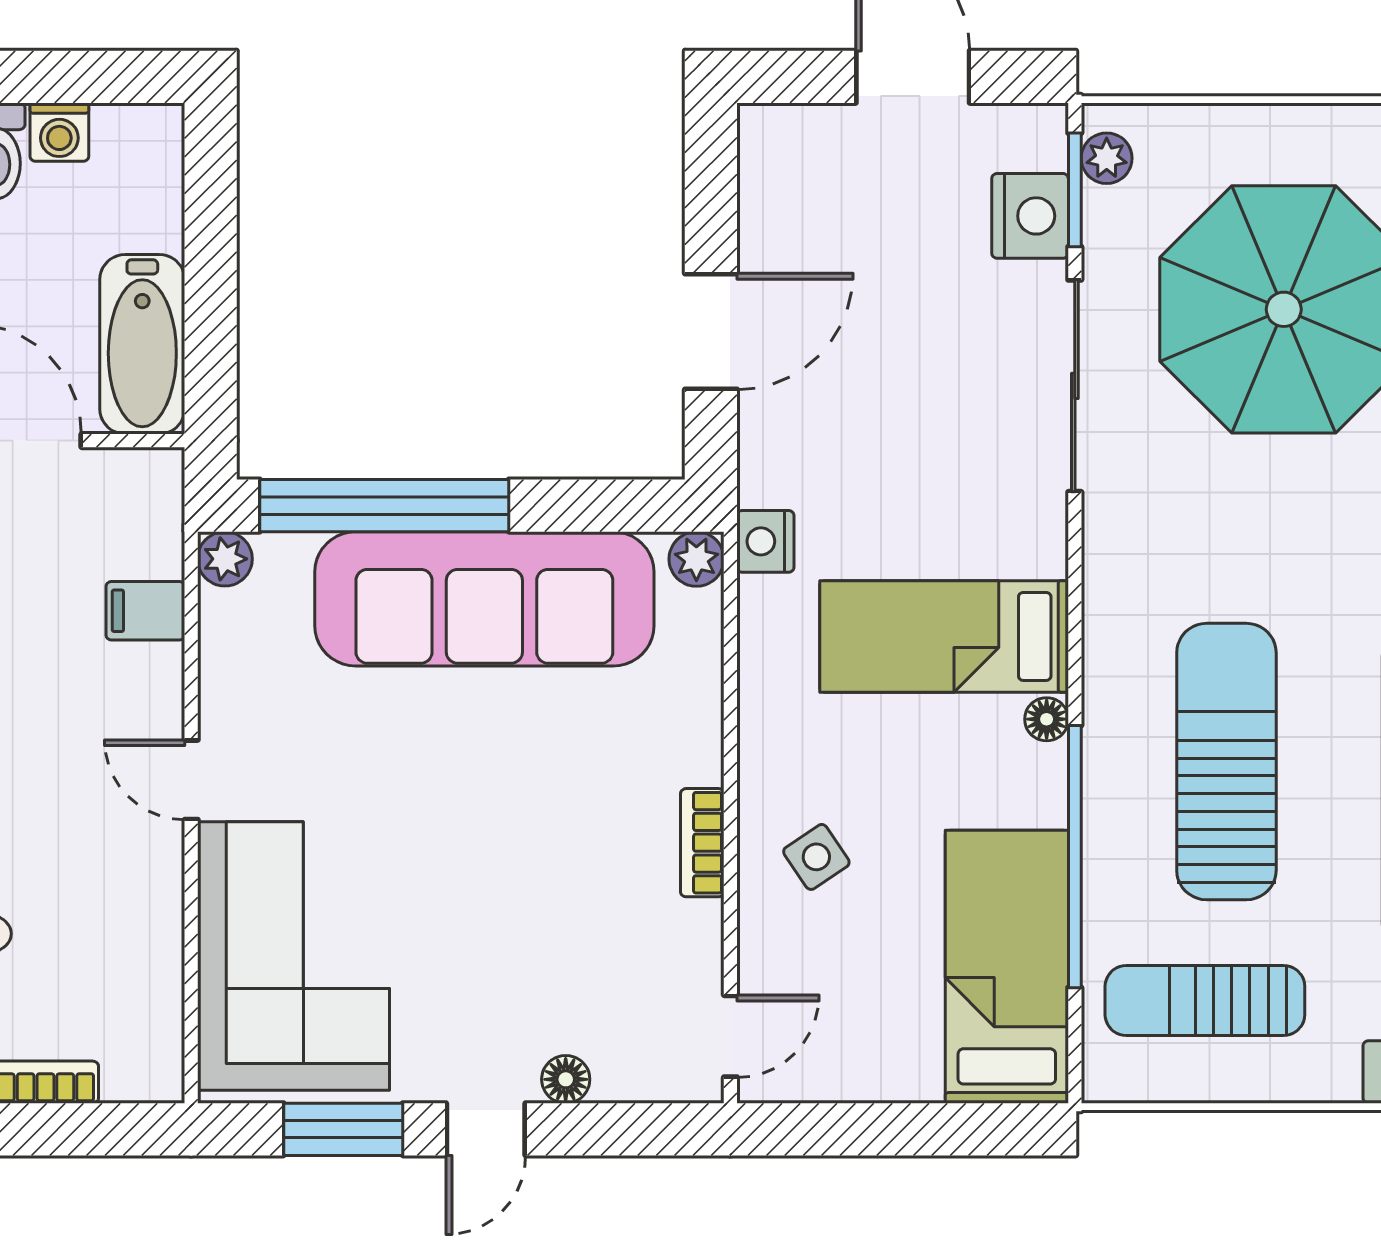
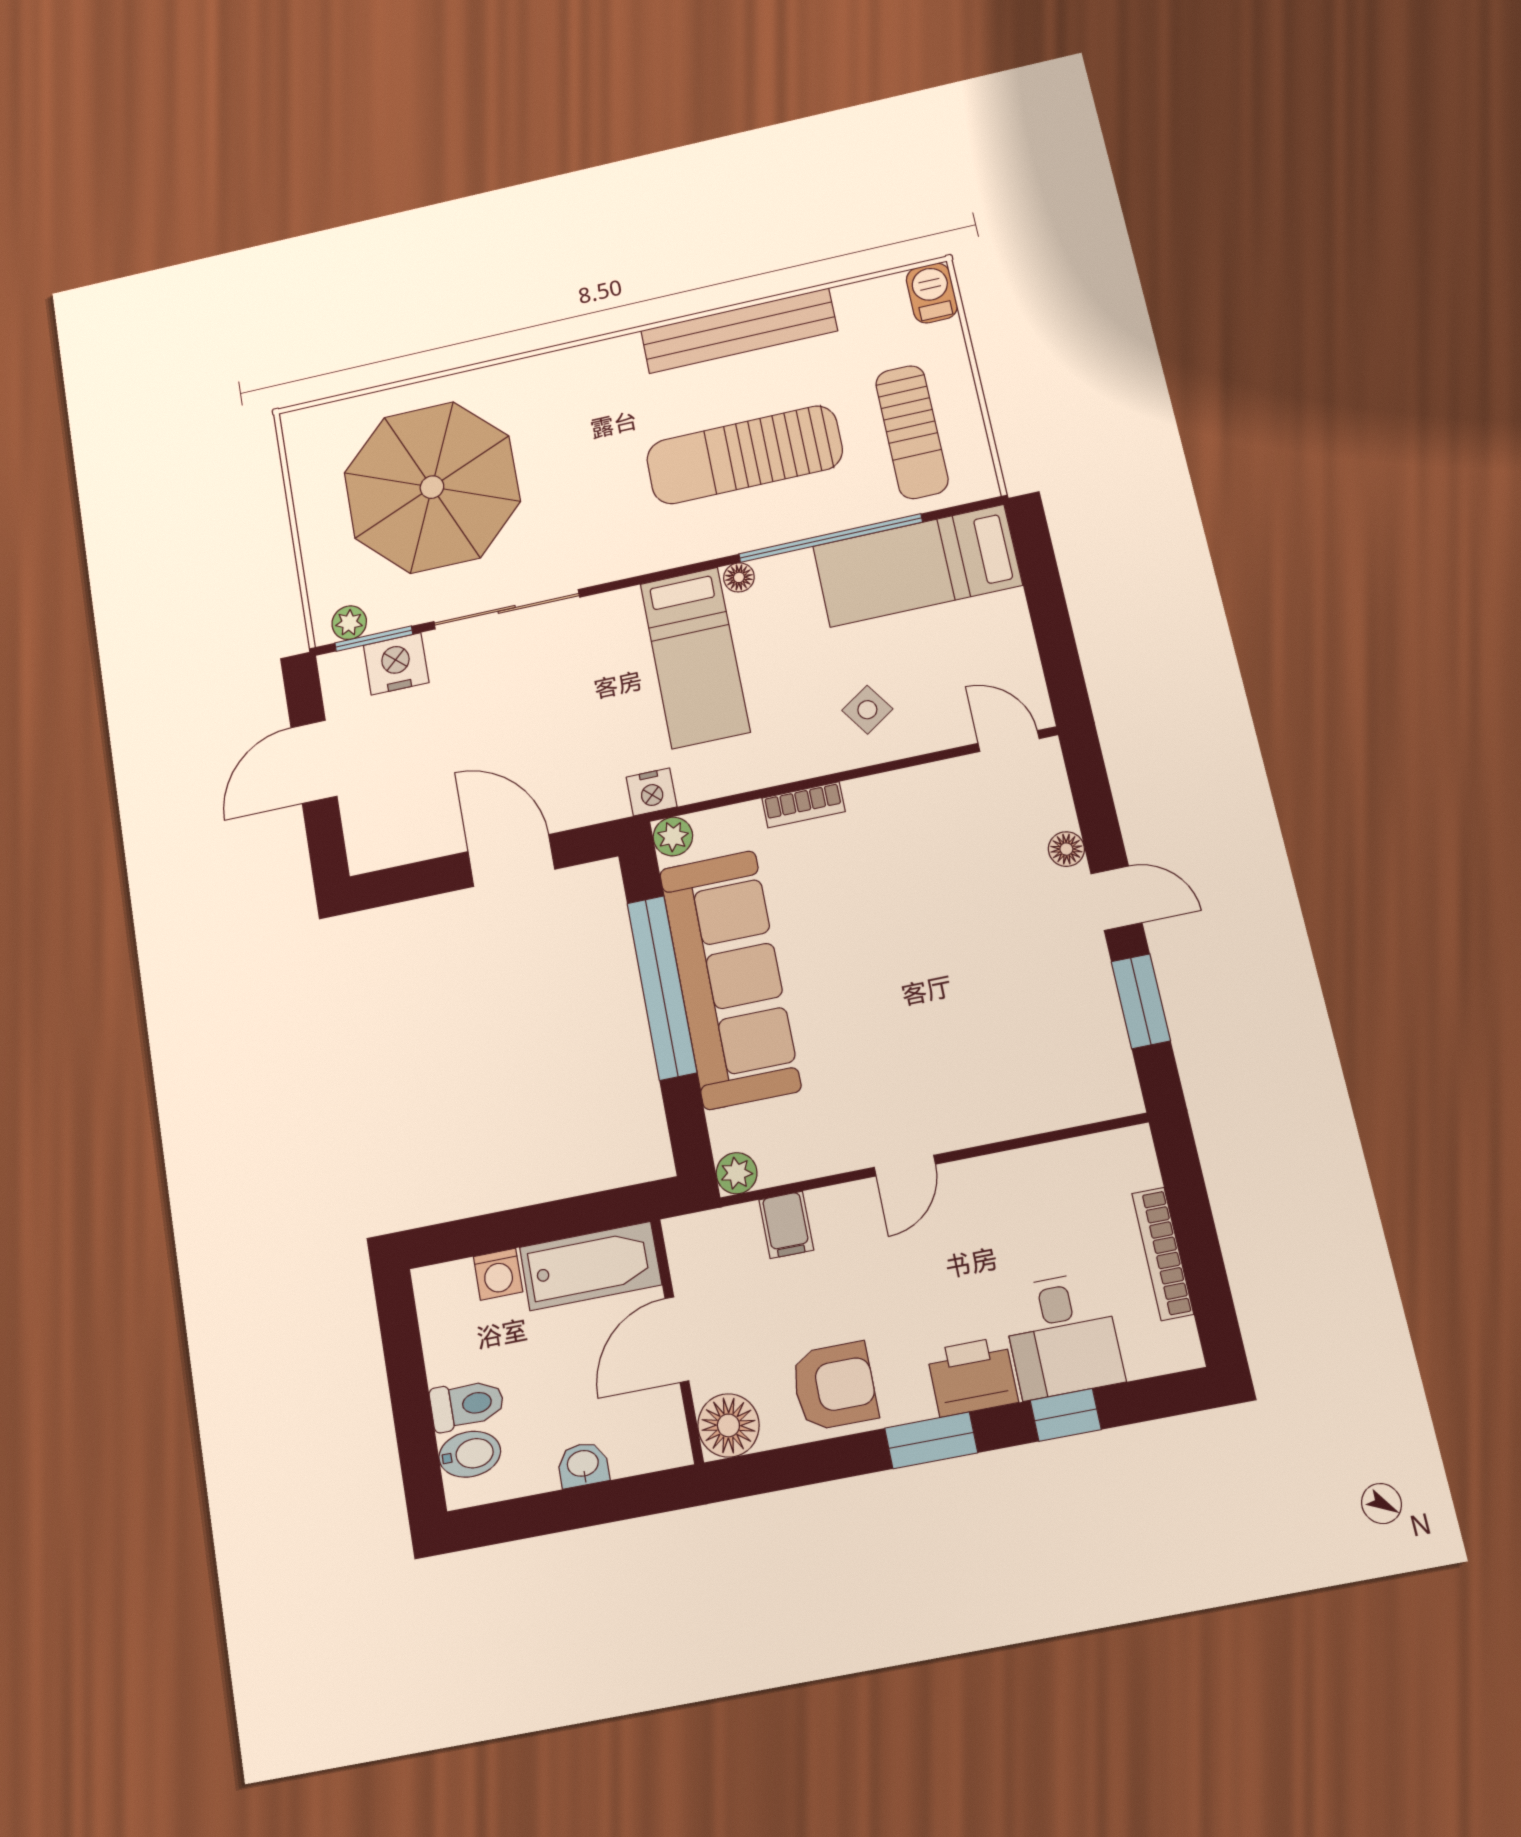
washing machine: (59, 132) -> (498, 1274), moved, turned 90
window: (384, 506) -> (662, 987), moved
bookcase: (702, 843) -> (803, 805), moved
corner sofa: (294, 956) -> (1020, 1064), removed

